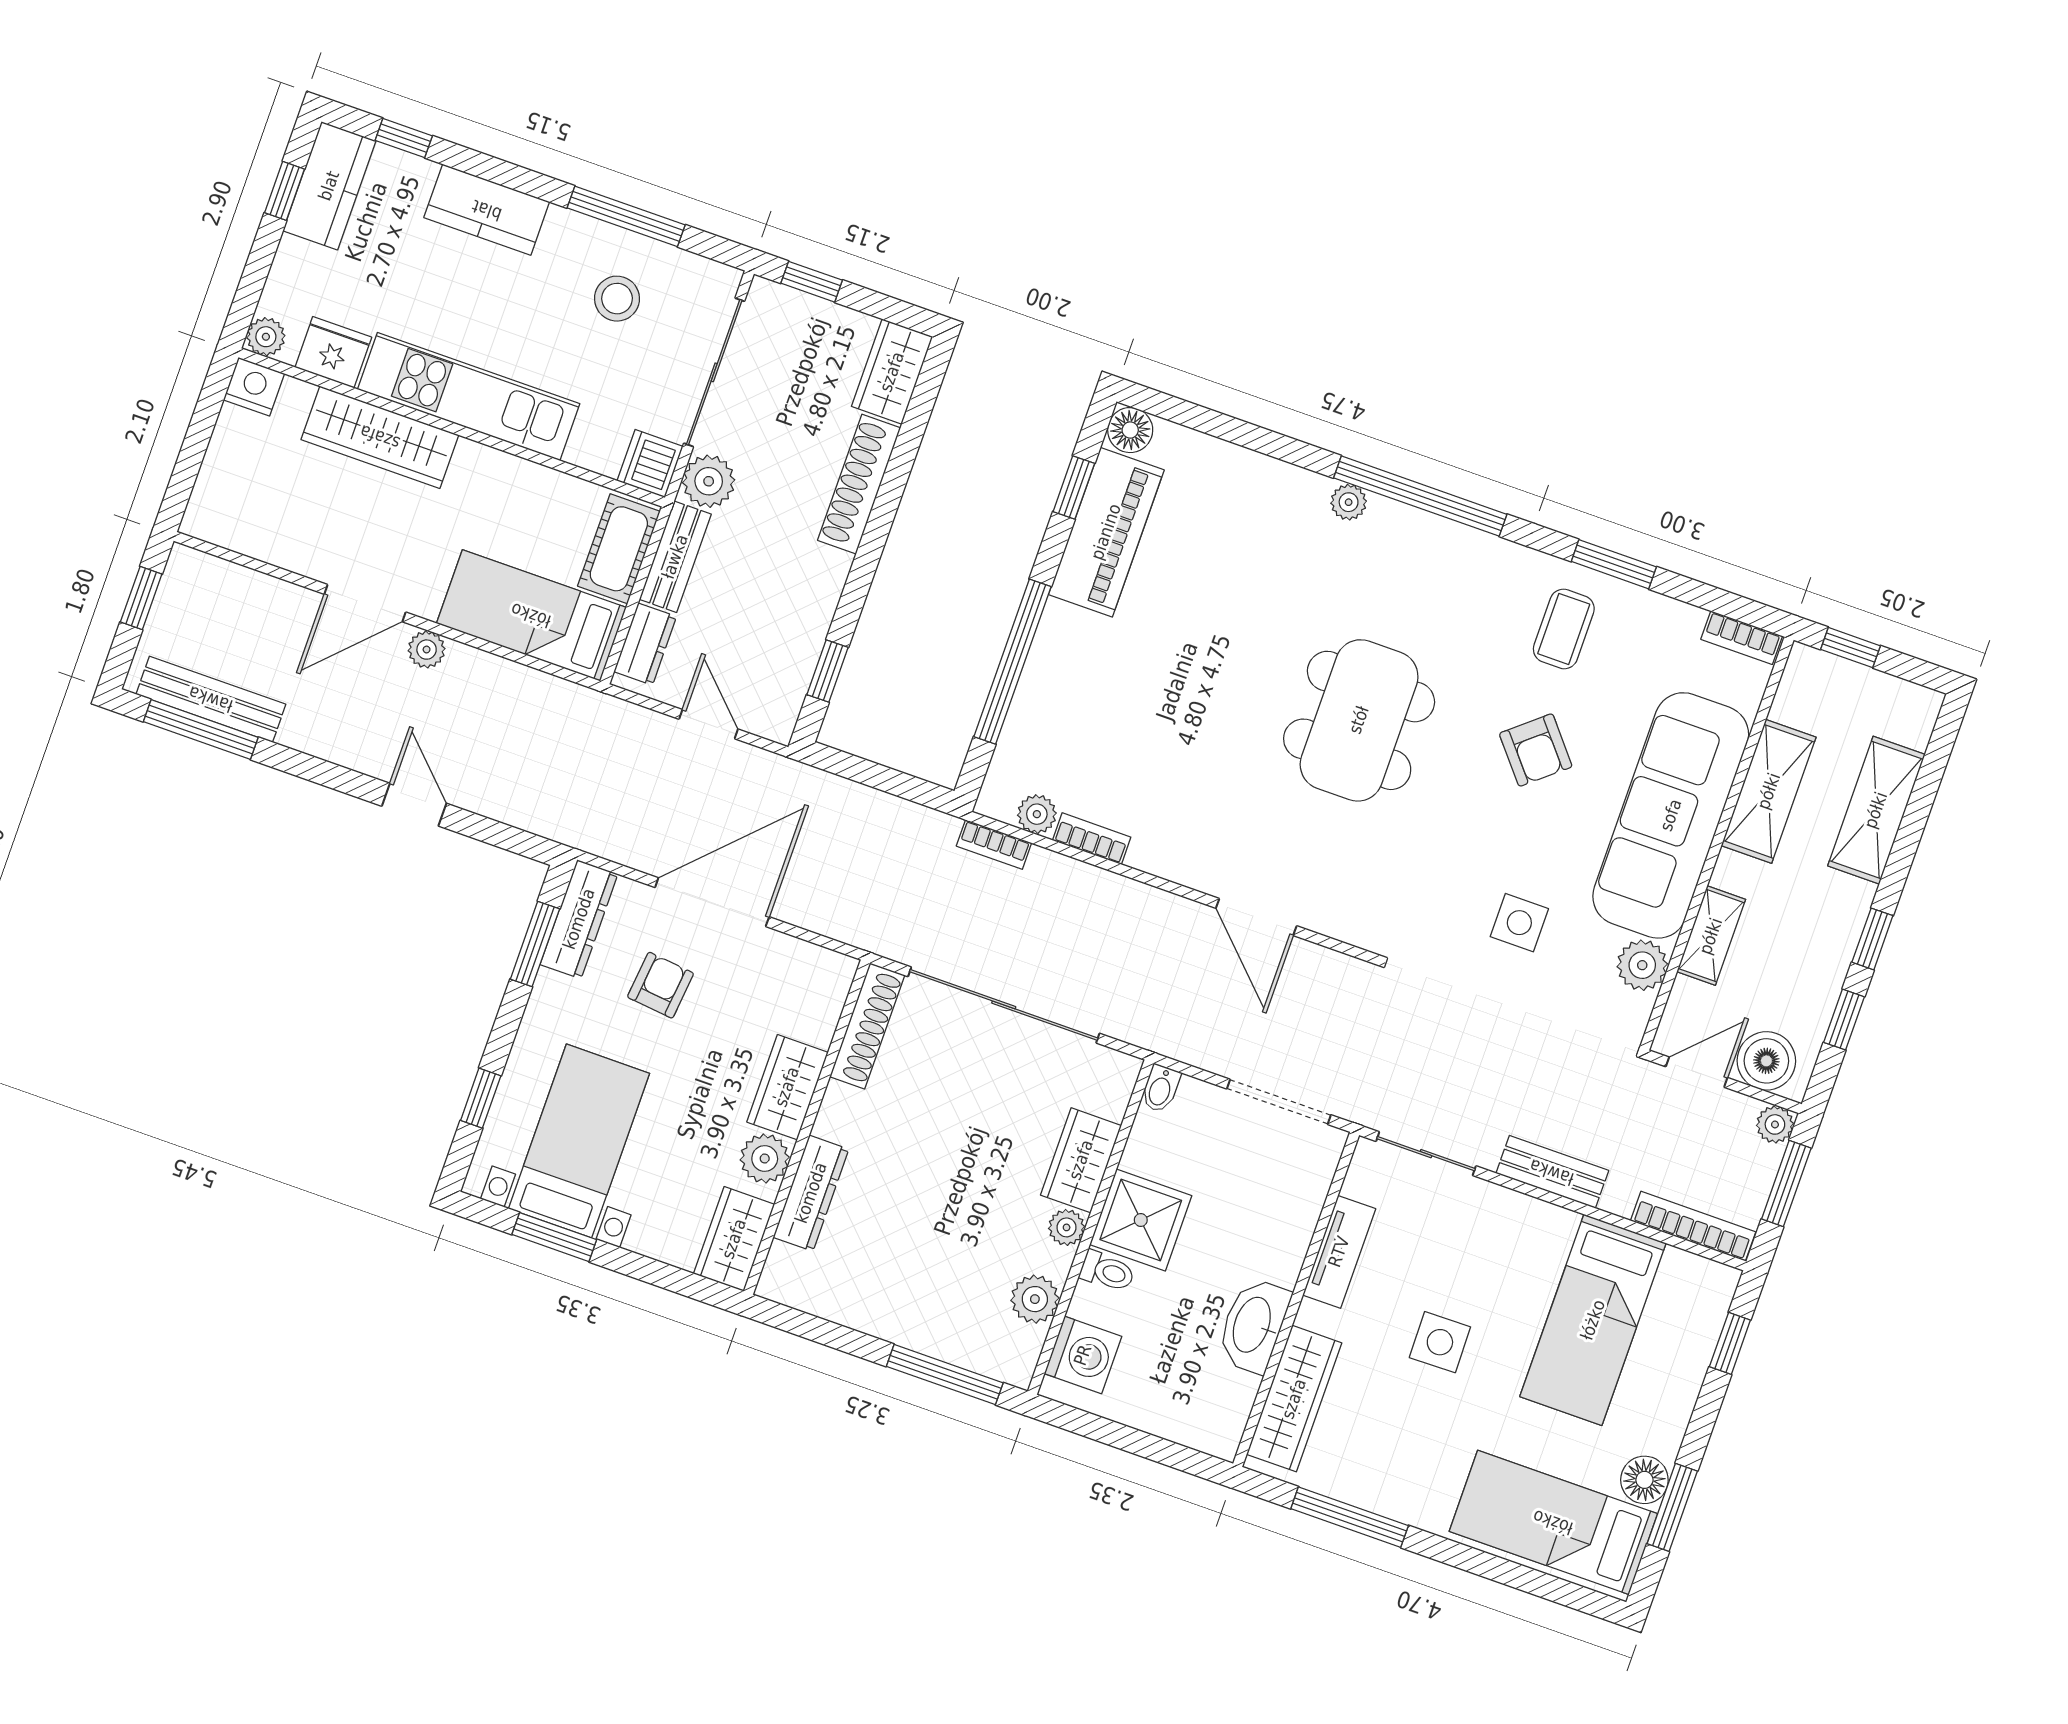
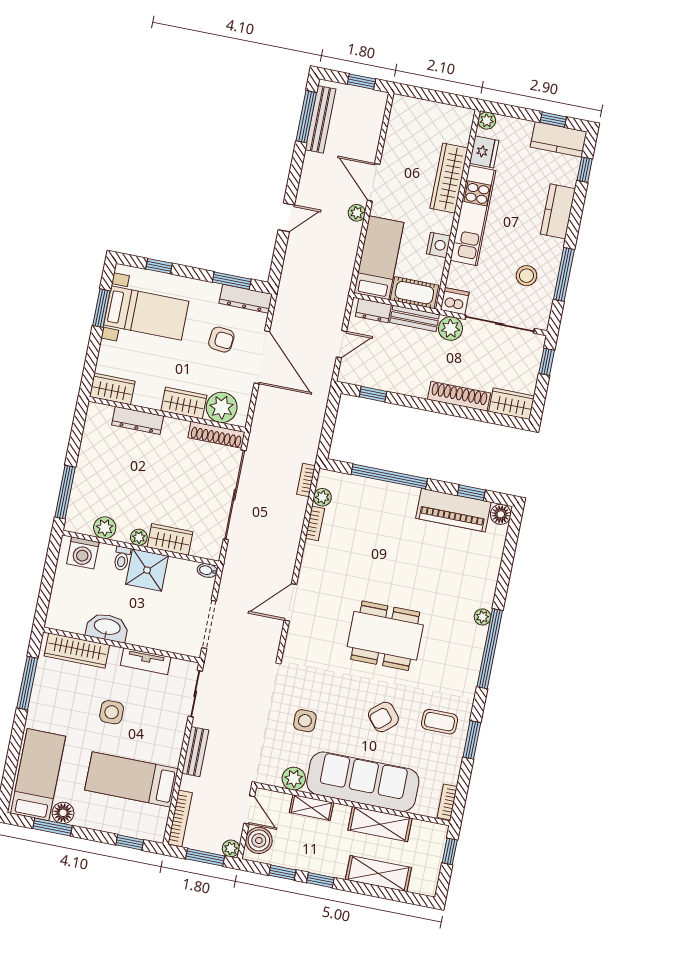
nightstand: (254, 387) -> (438, 245), moved
plant: (765, 1159) -> (222, 407), moved, width x1.36, depth x1.36

